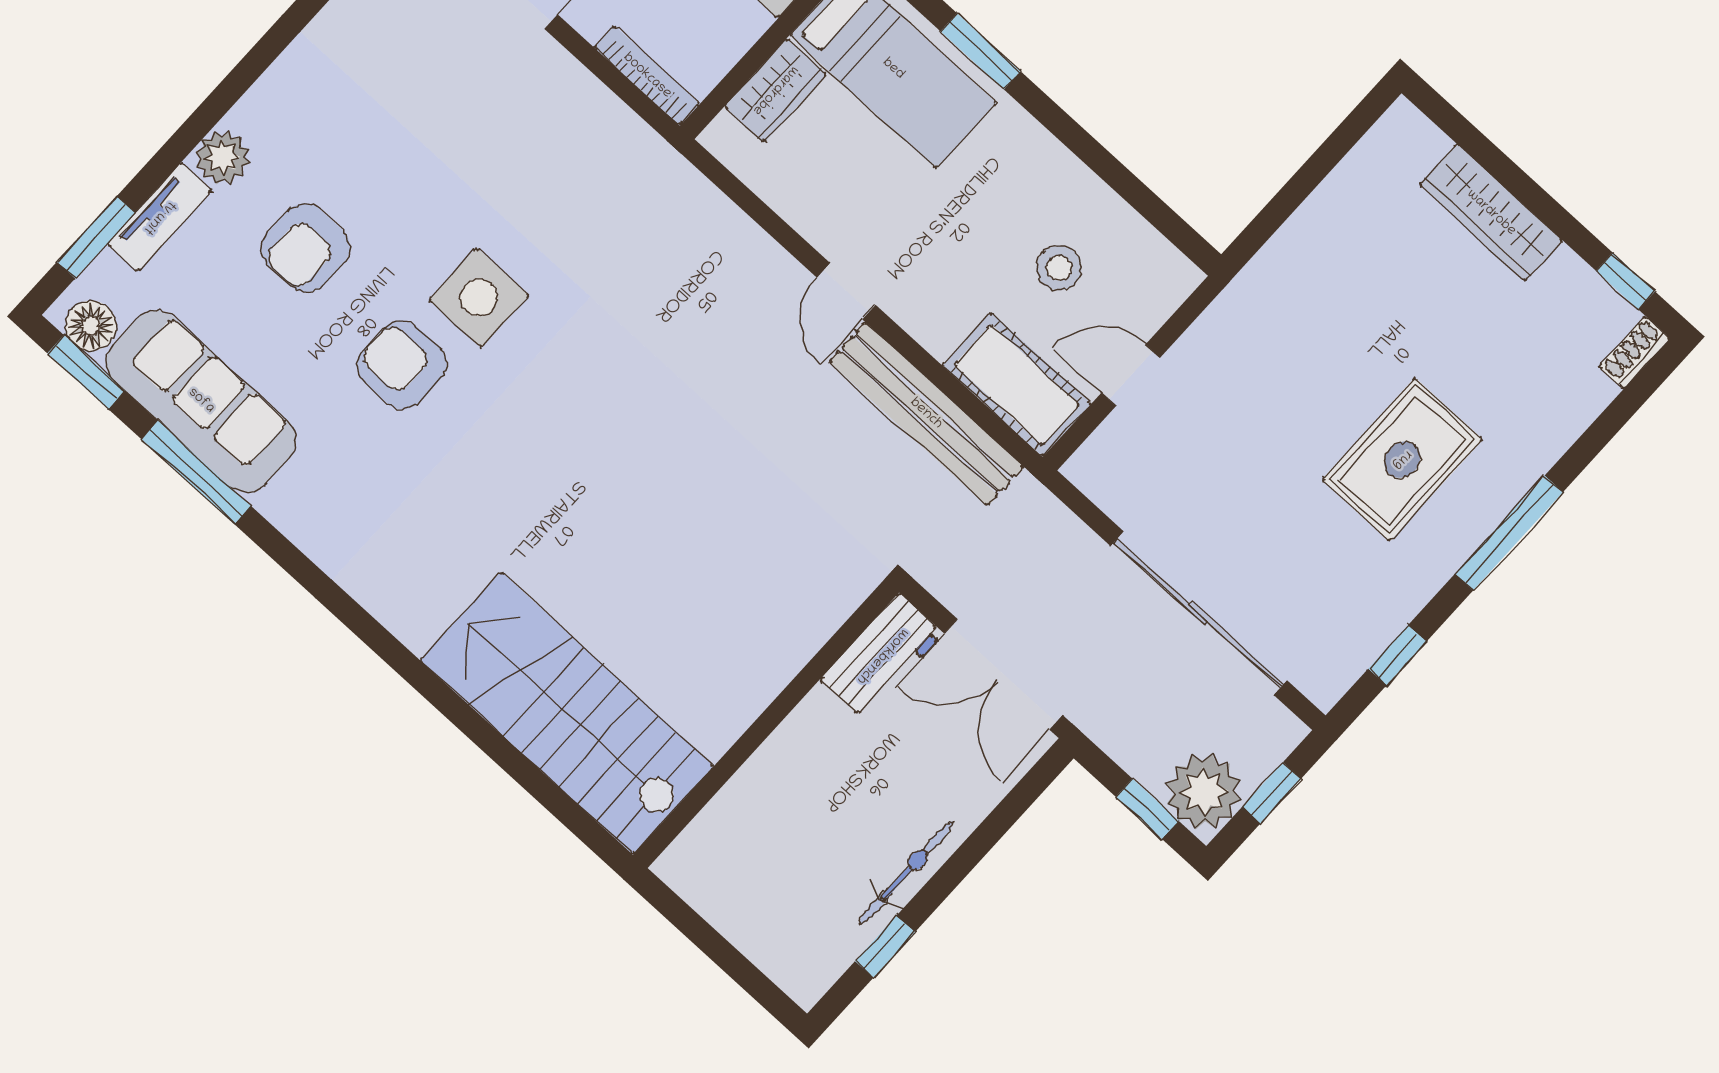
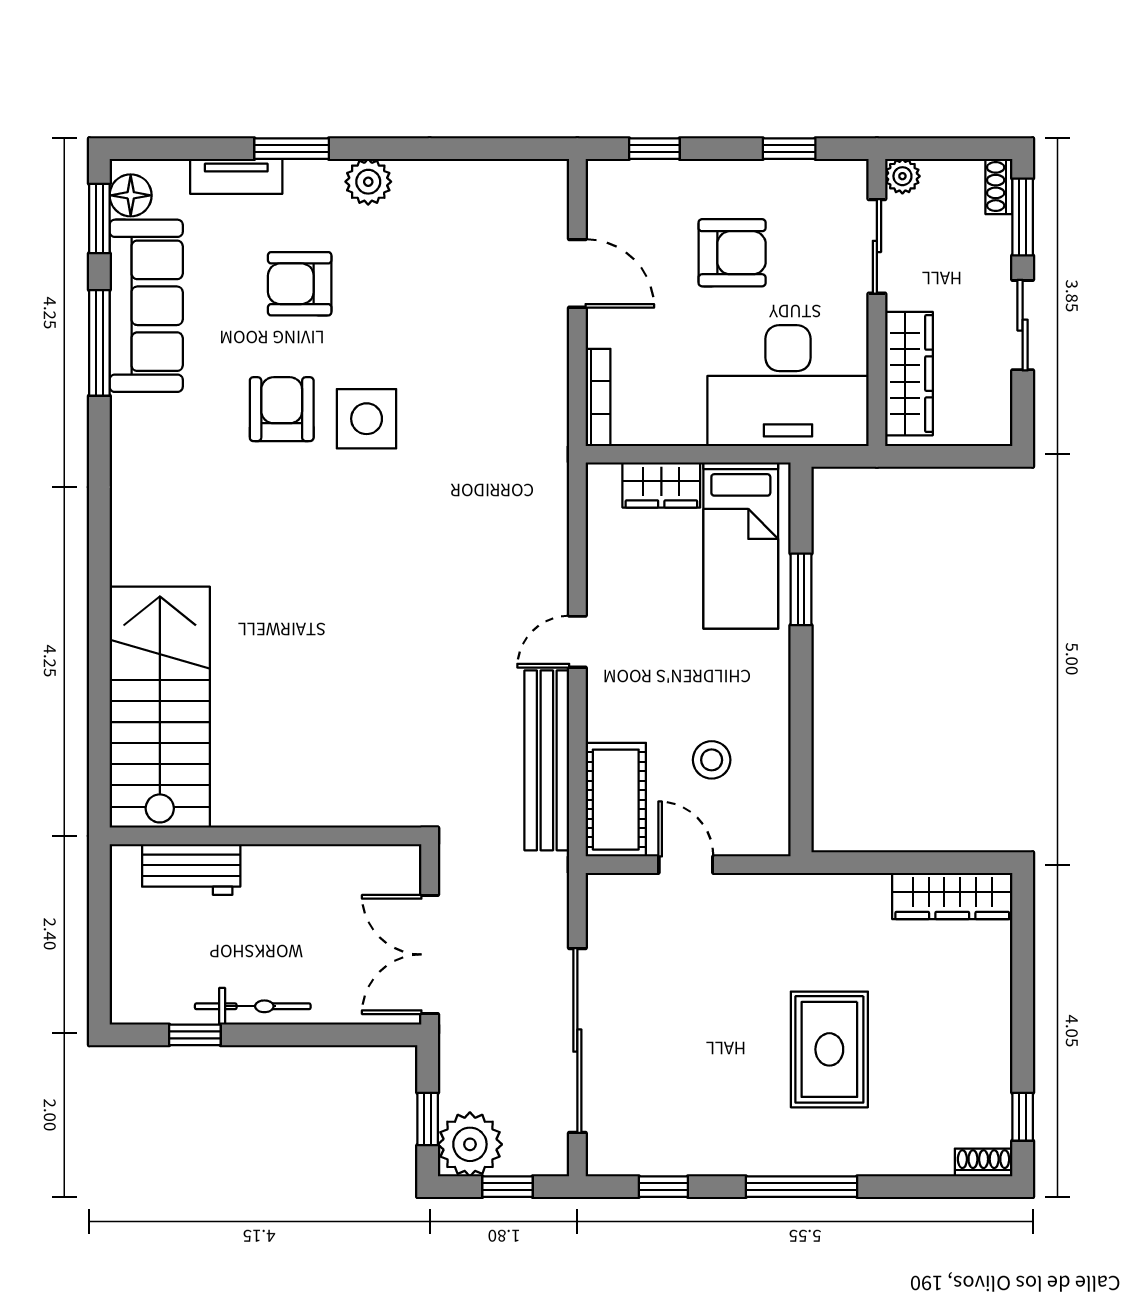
plant: (222, 158) -> (368, 182), moved
wardrobe: (1491, 213) -> (952, 896), moved, turned -90
window: (96, 237) -> (292, 149), moved
rug: (1402, 460) -> (829, 1049), moved, turned 90
workbench: (882, 656) -> (191, 869), moved

